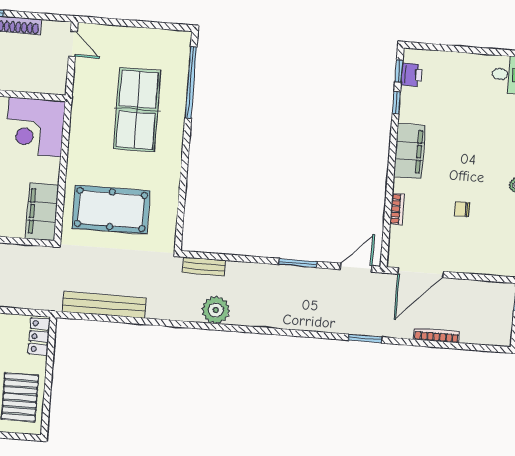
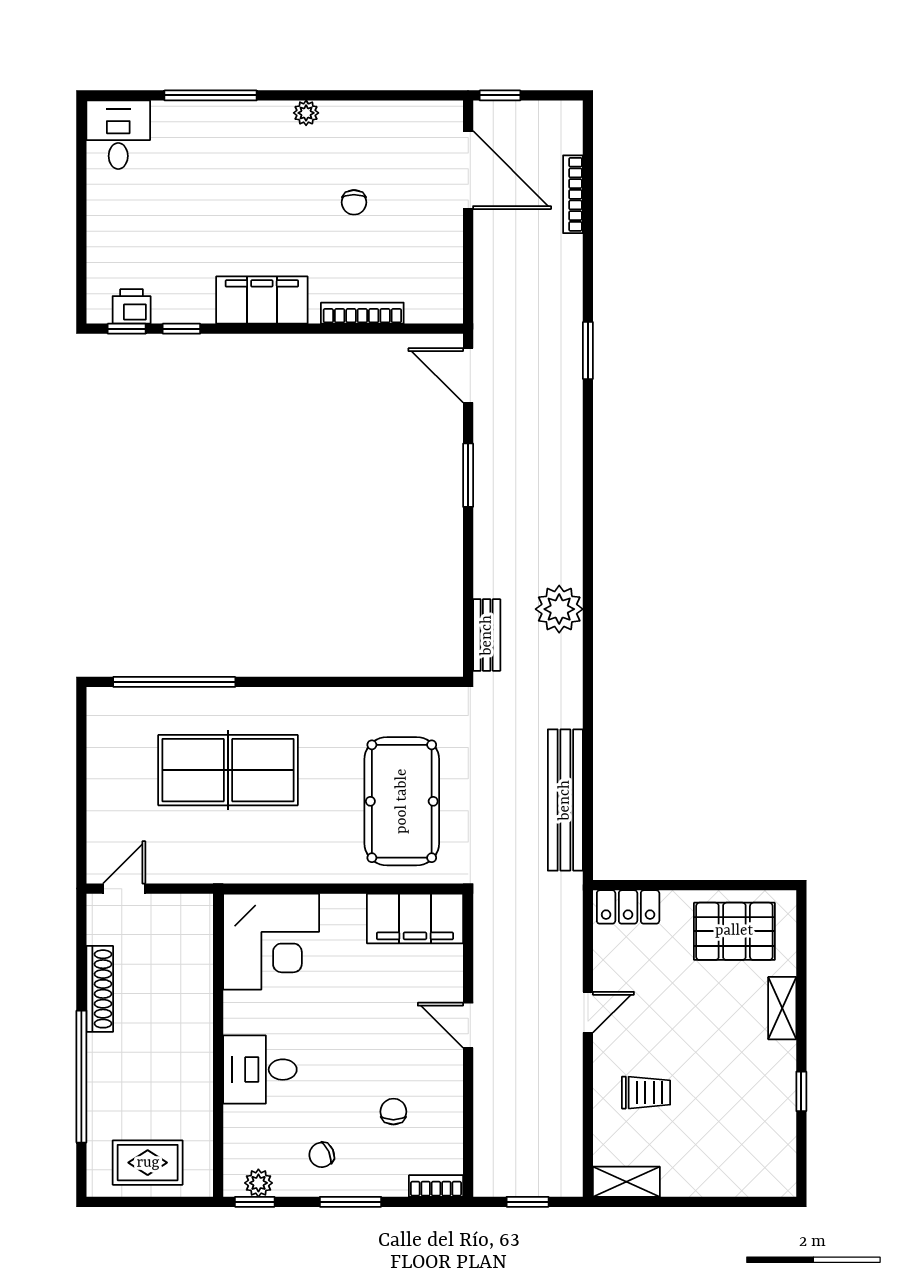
bookcase: (397, 209) -> (362, 313), width x1.56
door: (421, 273) -> (468, 170), moved
bookcase: (437, 335) -> (573, 194), moved

